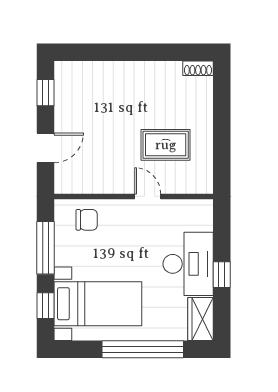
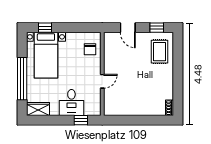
rug: (166, 145) -> (159, 52), moved
window: (46, 248) -> (75, 28), removed
desk: (188, 264) -> (71, 102), width x0.73
window: (222, 275) -> (81, 120), moved

